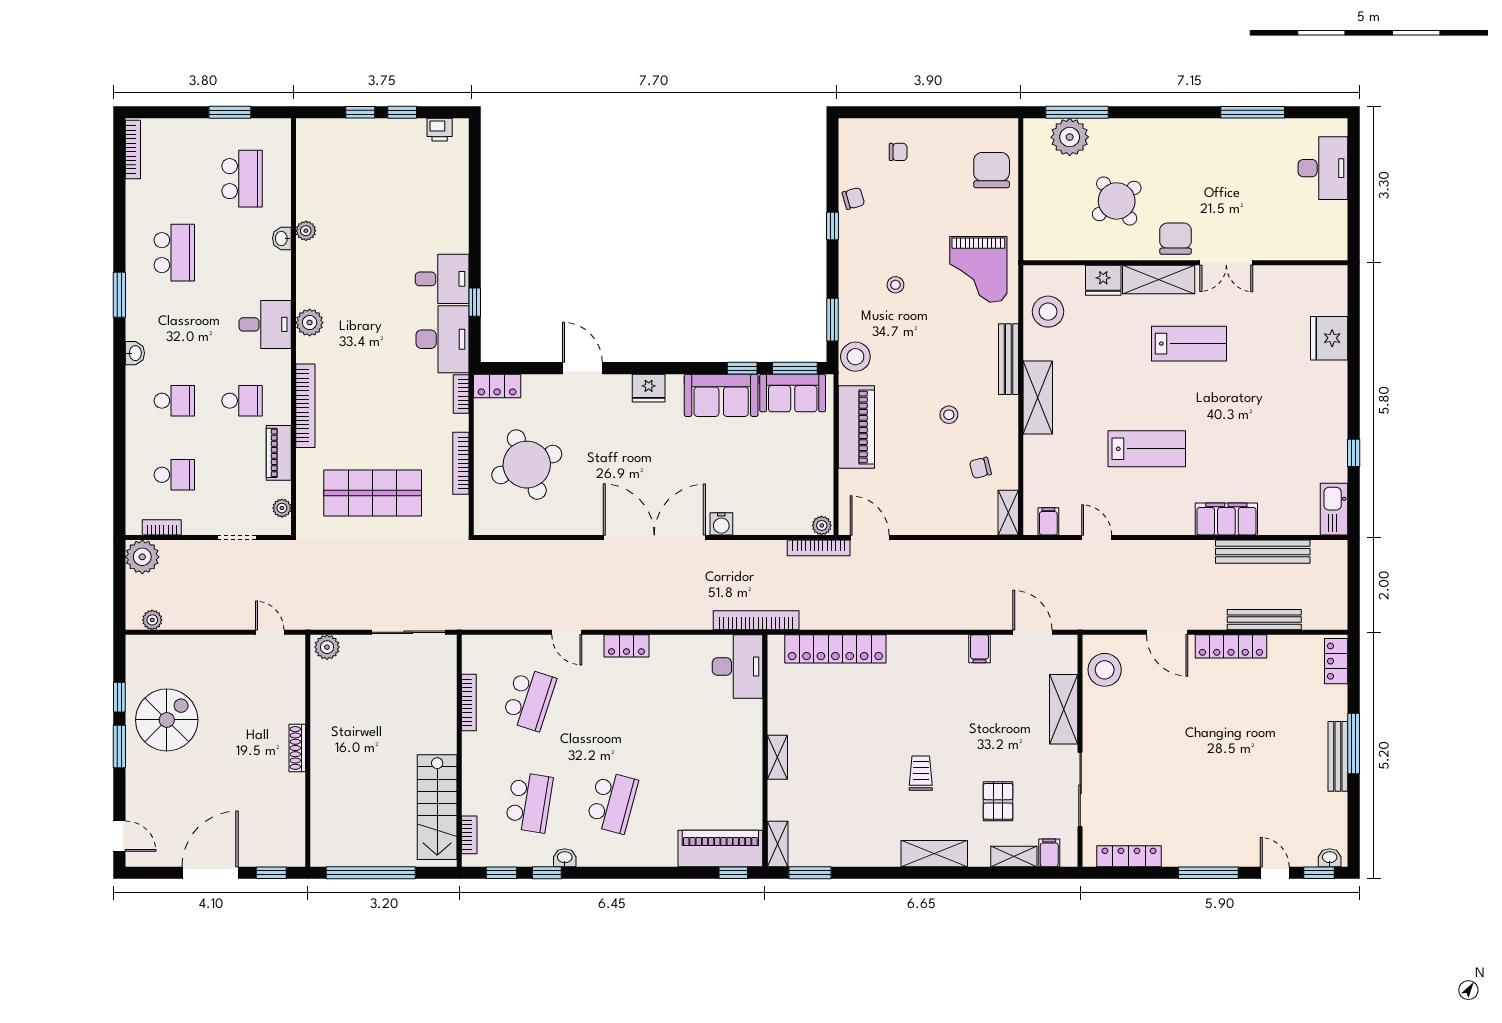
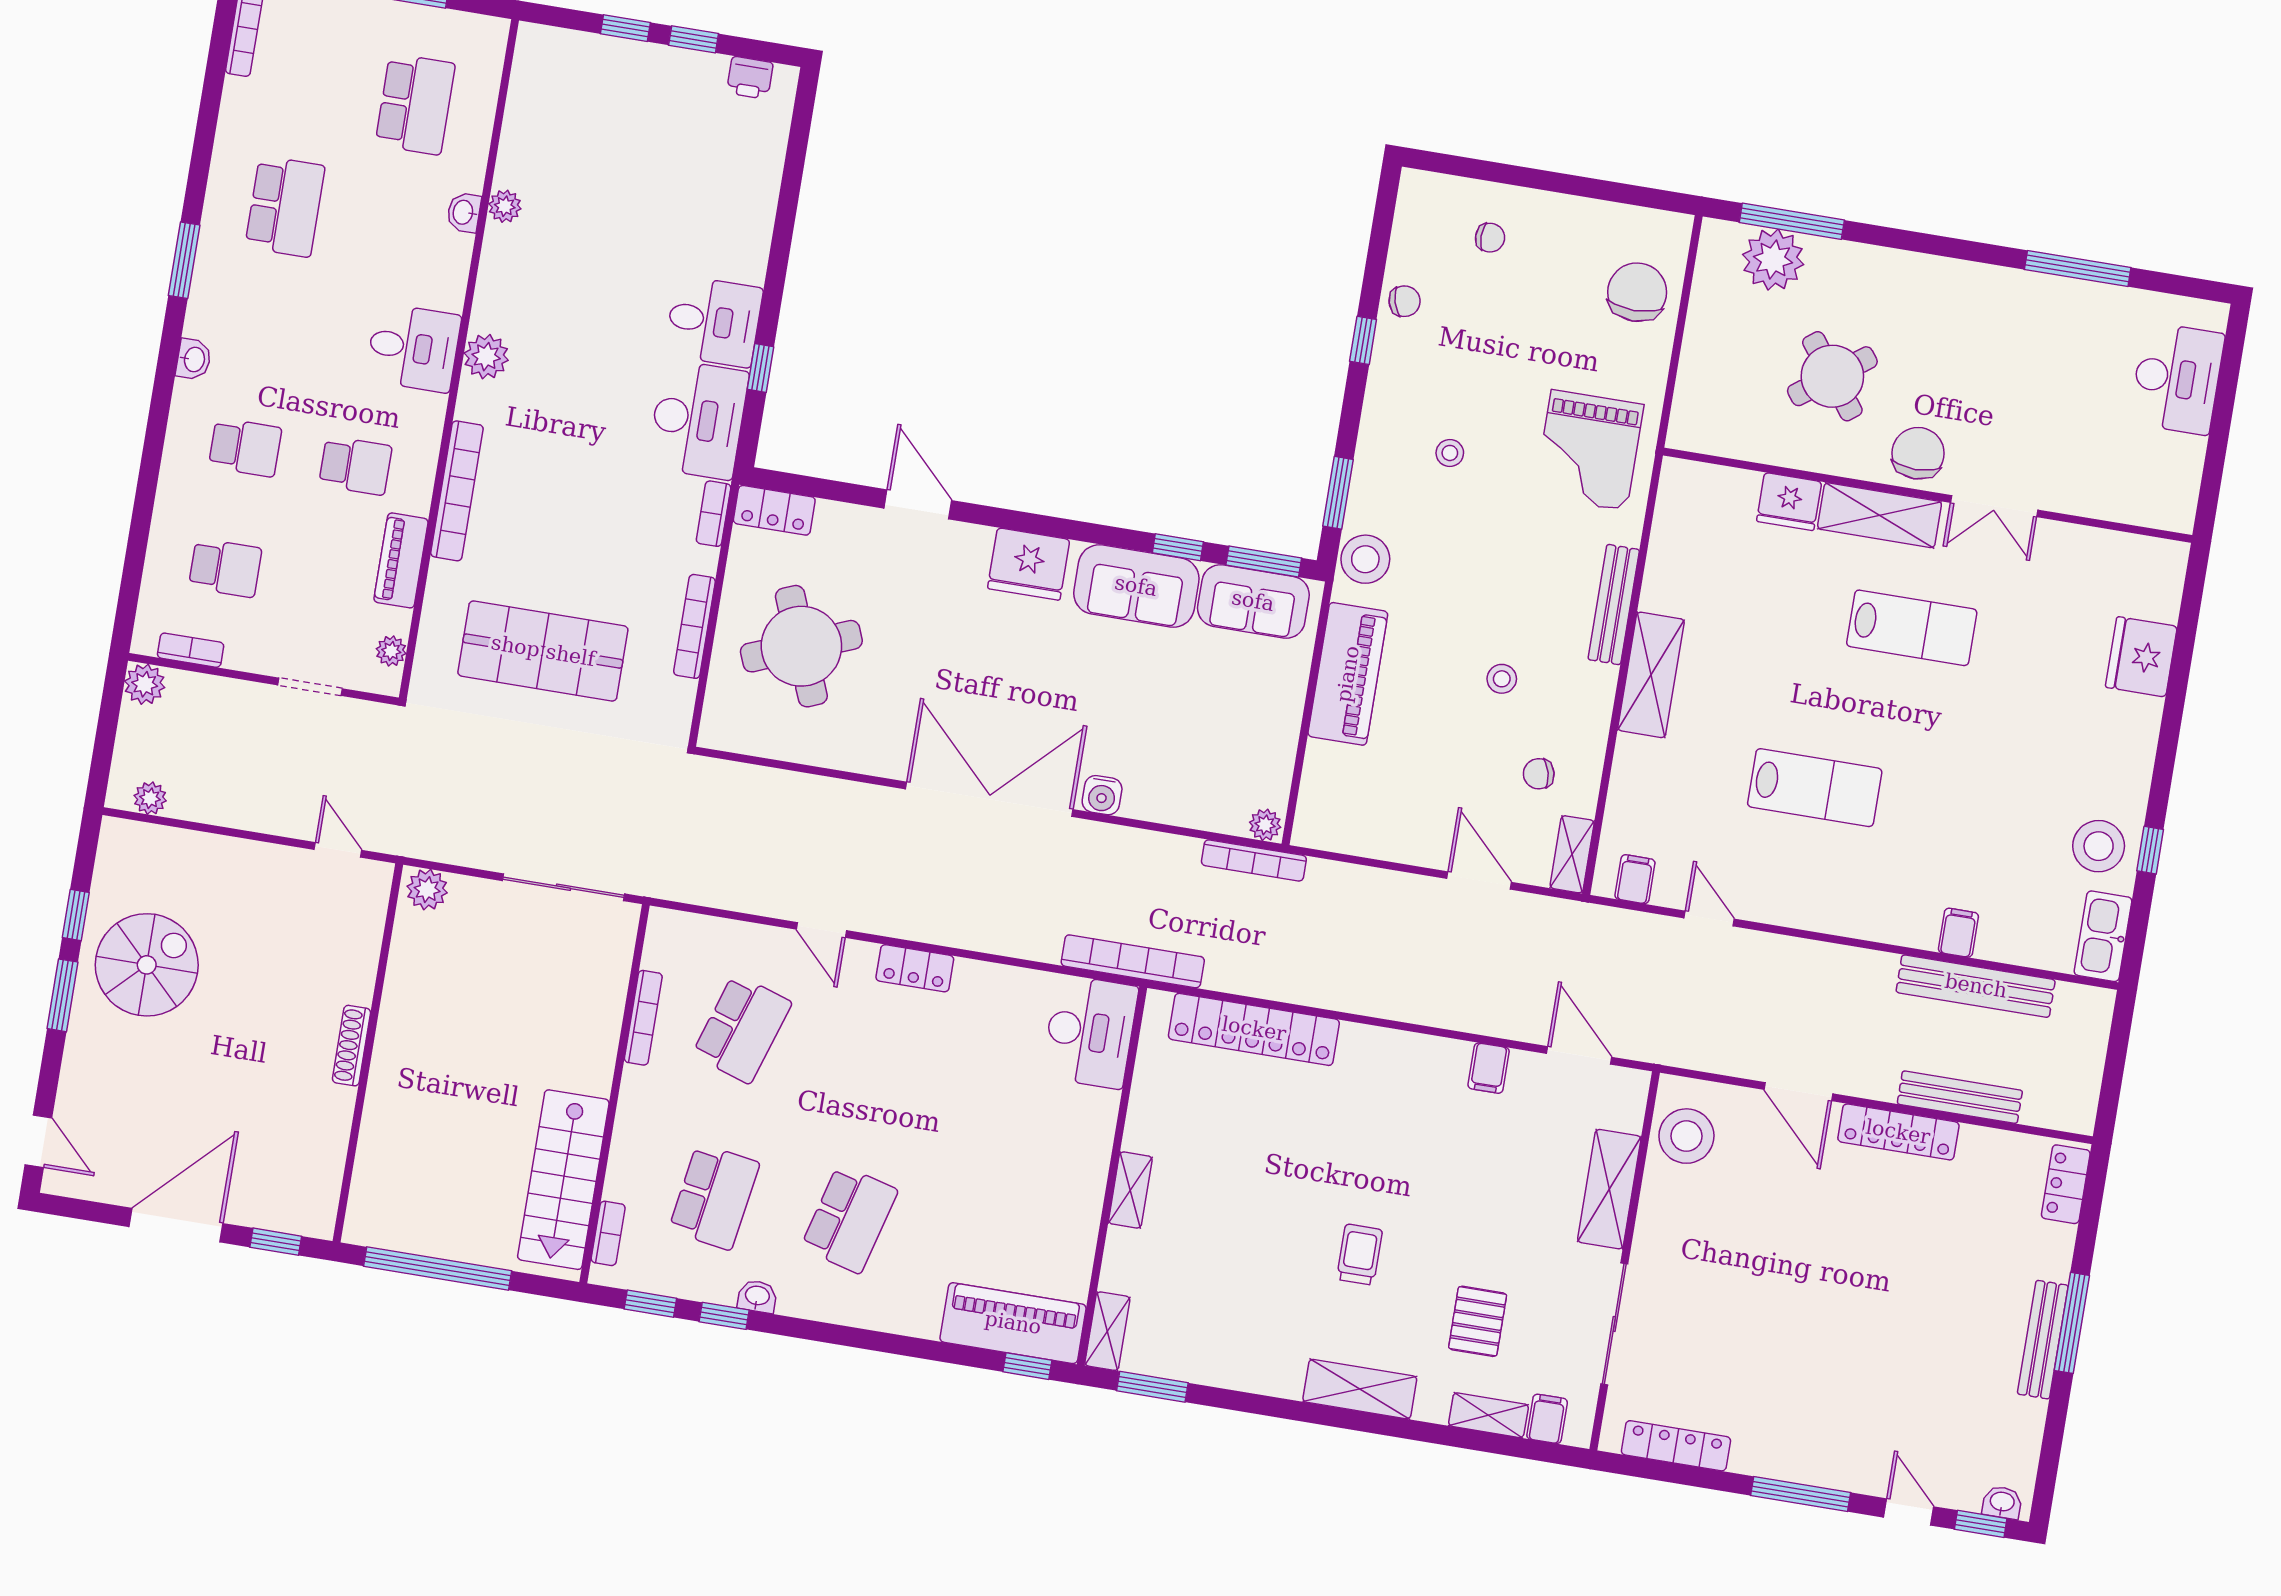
stool: (1048, 312) -> (2099, 846), moved
fridge: (649, 388) -> (1029, 564), width x1.36, depth x1.34
filing cabinet: (1226, 519) -> (1958, 933), width x0.33, depth x0.86
door: (870, 537) -> (1479, 880), moved
plant: (142, 557) -> (145, 684), width x0.73, depth x0.73

